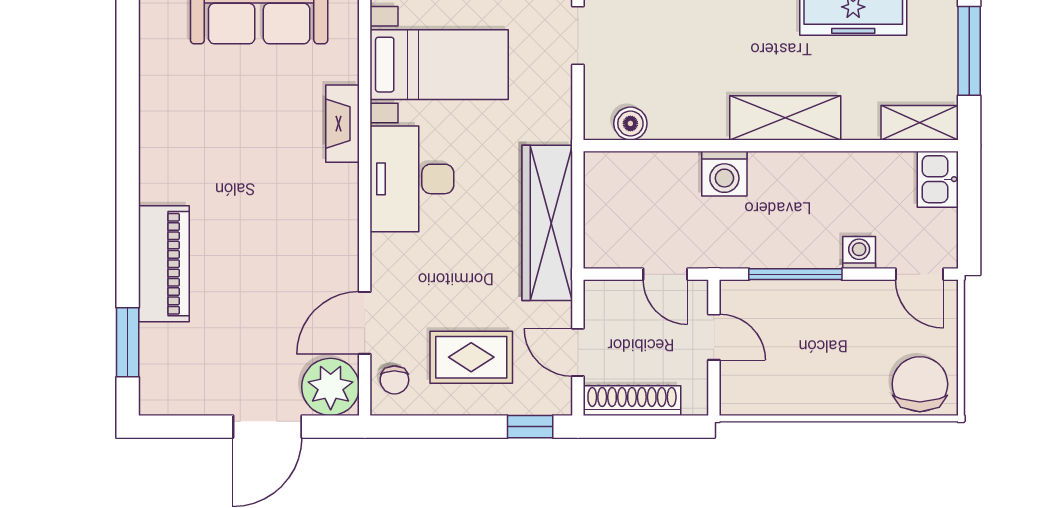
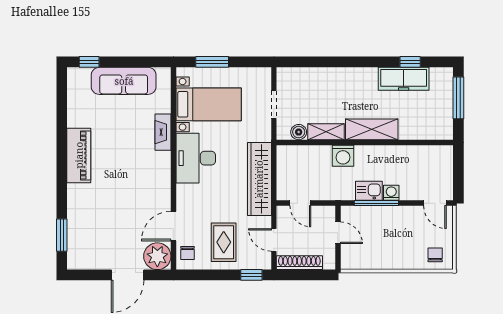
doorway: (578, 36) -> (274, 104), moved
shelving: (920, 123) -> (326, 132), moved
kitchen sink: (938, 179) -> (369, 191), moved, turned 90
washing machine: (859, 252) -> (391, 193), moved
piano: (164, 264) -> (79, 155), moved
door: (665, 274) -> (300, 203), moved
rug: (471, 357) -> (224, 242), turned 90
chair: (920, 384) -> (435, 255), width x0.54, depth x0.54

